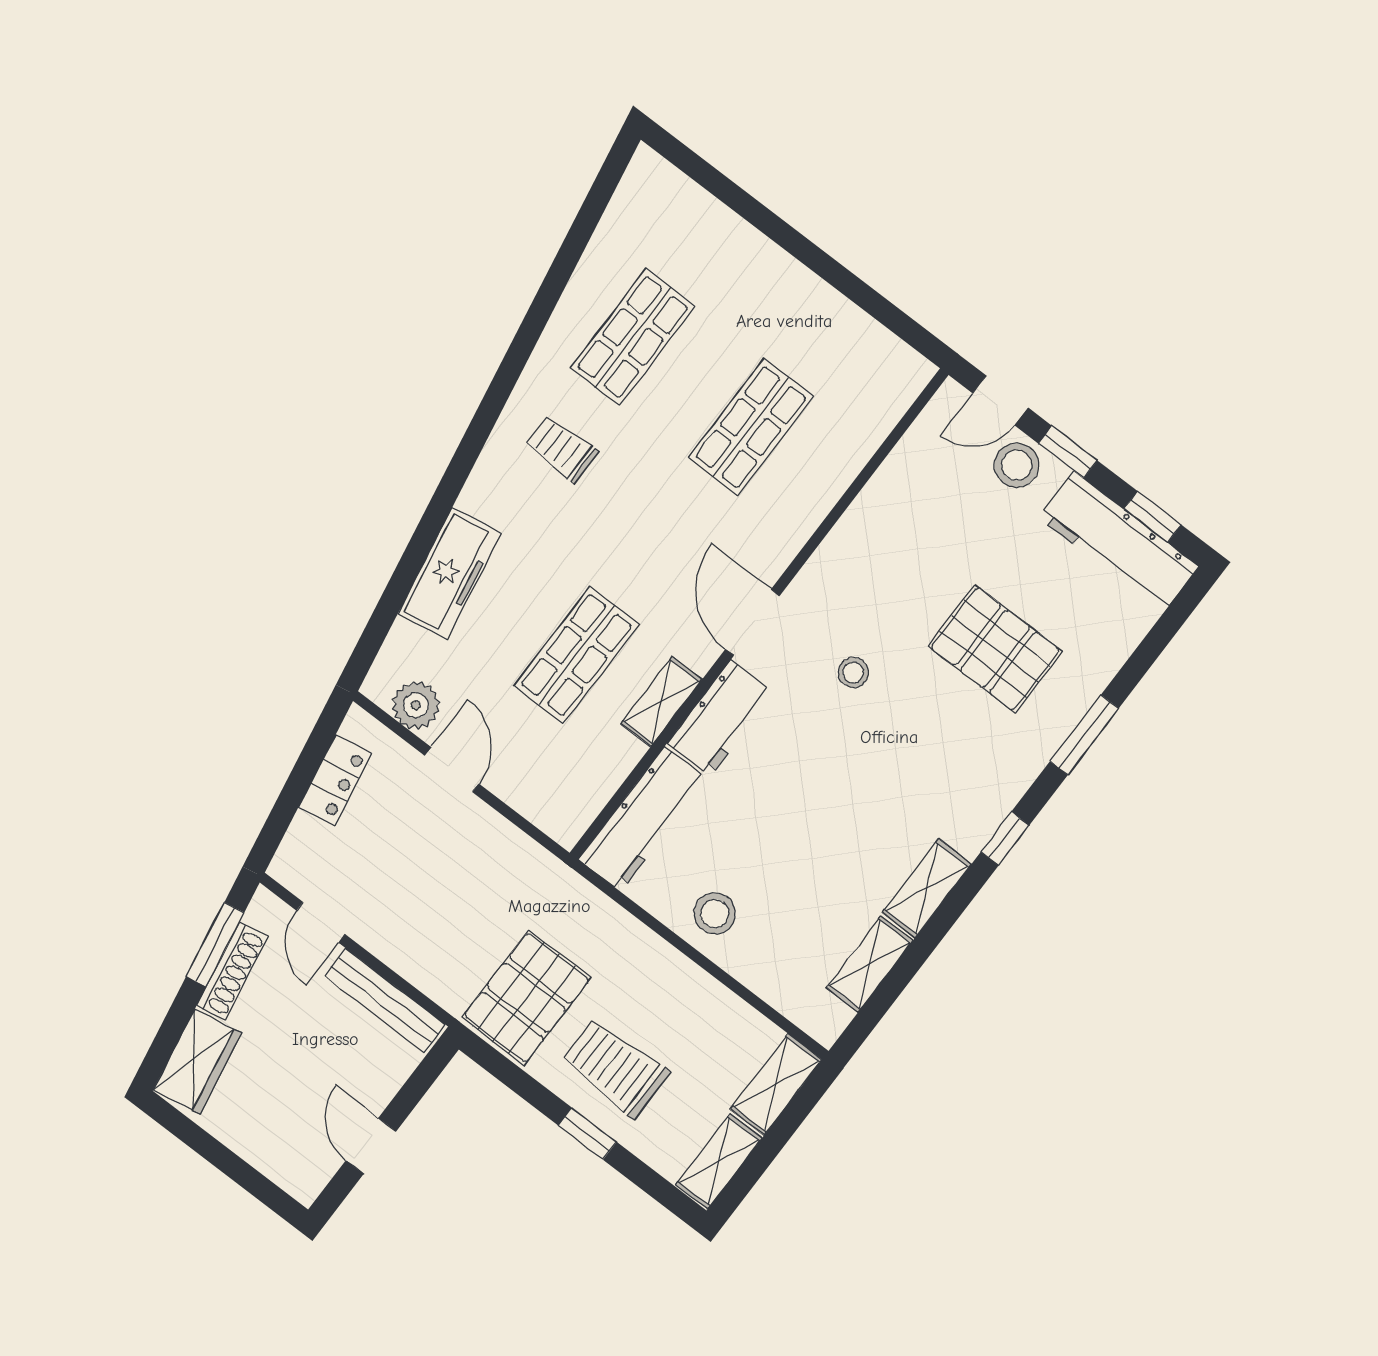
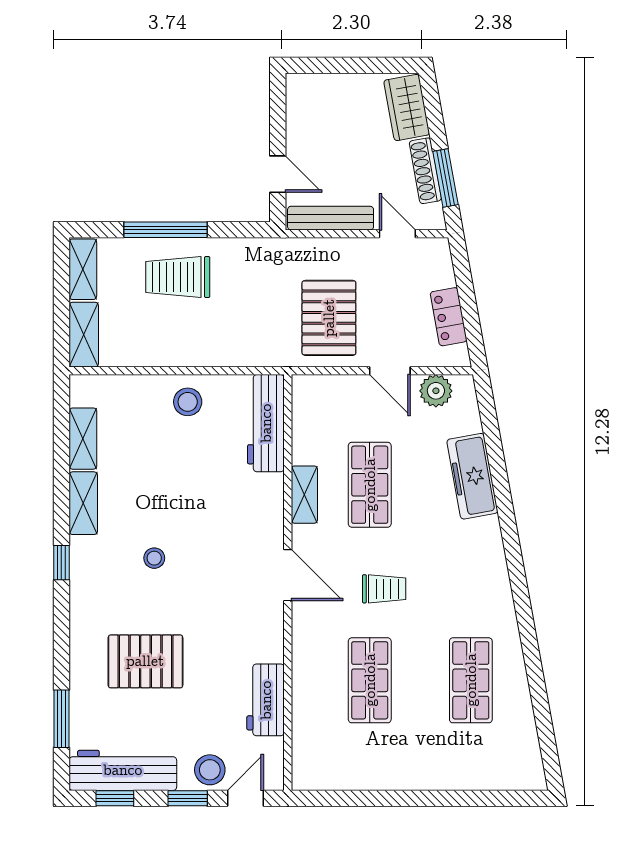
trolley: (562, 449) -> (384, 589), moved
stool: (853, 673) -> (154, 558), moved
workbench: (721, 718) -> (266, 700), moved
window: (1084, 735) -> (61, 719), moved
pallet: (526, 998) -> (329, 318), moved
trolley: (615, 1068) -> (178, 277), turned 180
window: (587, 1134) -> (166, 230), width x2.17
door: (371, 1146) -> (278, 174), moved

